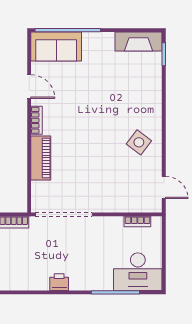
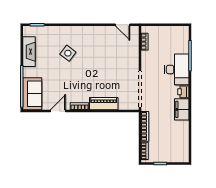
fireplace: (139, 42) -> (29, 52), moved
side table: (139, 142) -> (68, 53), moved
door: (164, 187) -> (123, 25), swing flipped
desk: (138, 272) -> (177, 69), moved
filing cabinet: (32, 280) -> (182, 109), added

